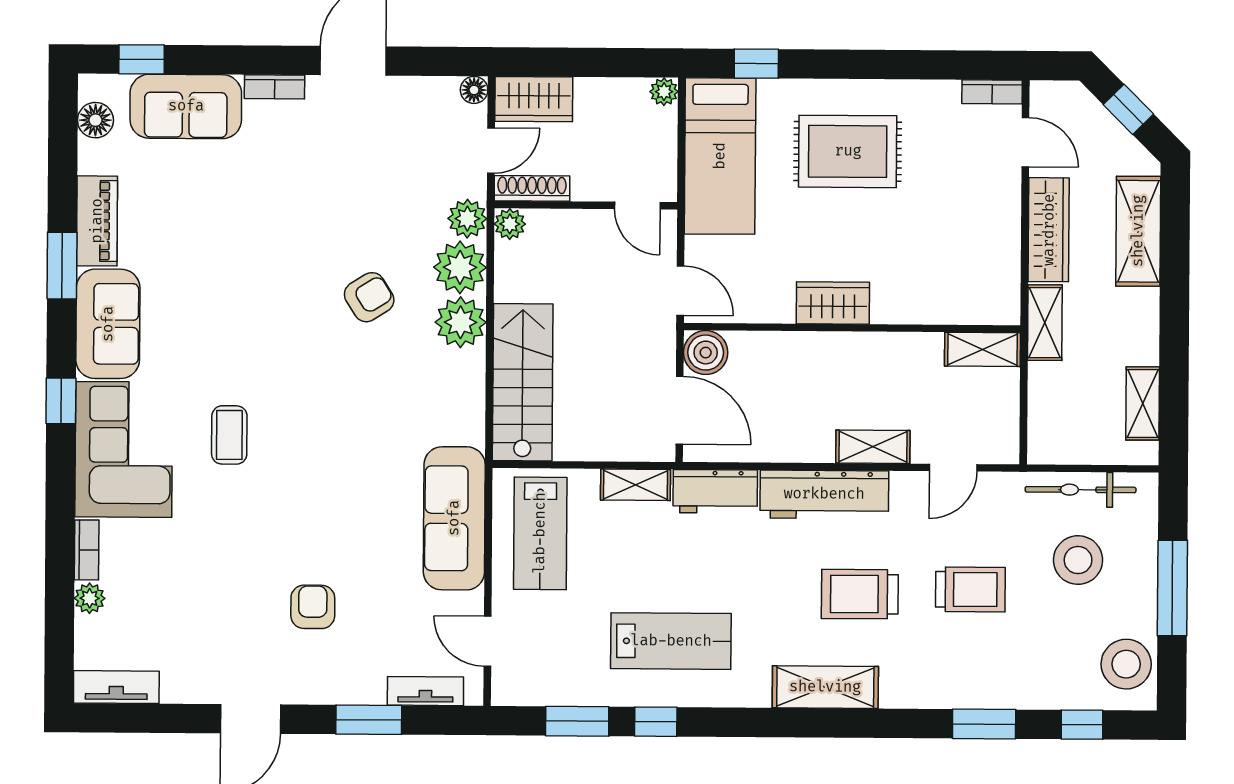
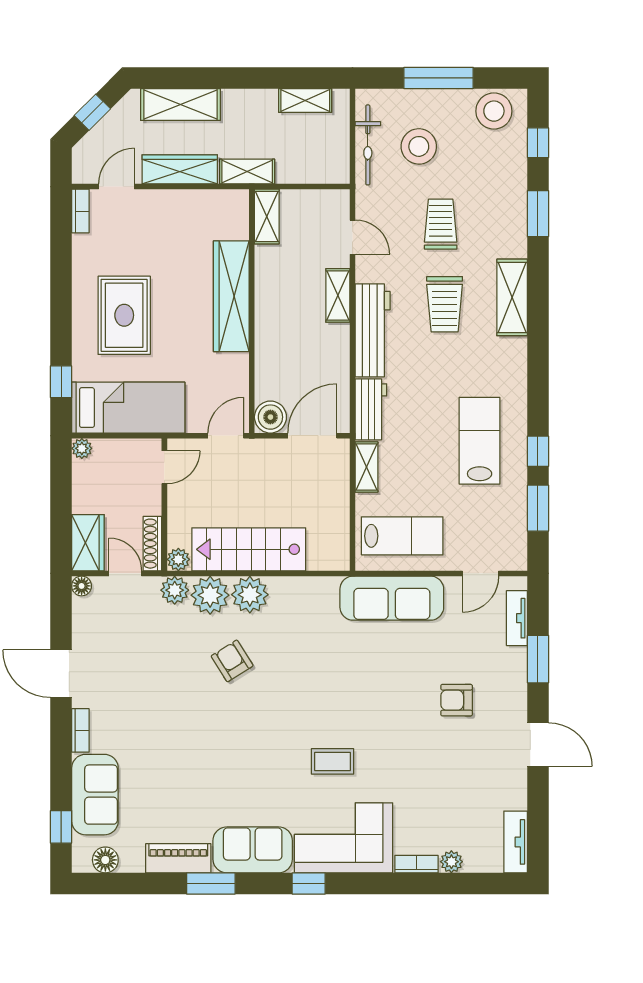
wardrobe: (833, 303) -> (231, 296), width x2.10, depth x1.17
stairs: (523, 382) -> (249, 549), moved
shelving: (825, 687) -> (512, 297), moved

